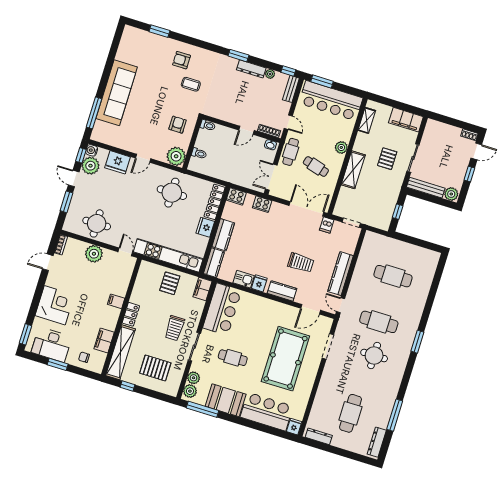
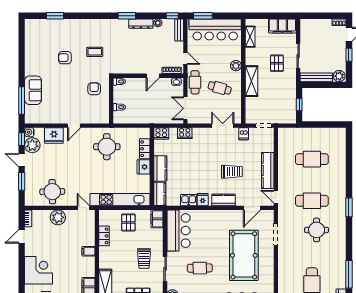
armchair: (182, 60) -> (65, 58), moved
sofa: (117, 93) -> (33, 90), width x0.54, depth x0.79
plant: (176, 156) -> (101, 115), removed
locker: (215, 202) -> (145, 149), width x0.66
double door: (306, 209) -> (223, 126), width x0.73
locker: (131, 314) -> (104, 236), moved

